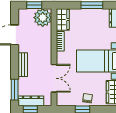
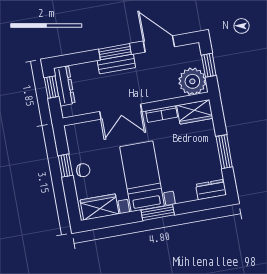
double door: (54, 78) -> (121, 112), moved
window: (15, 90) -> (115, 52), moved

